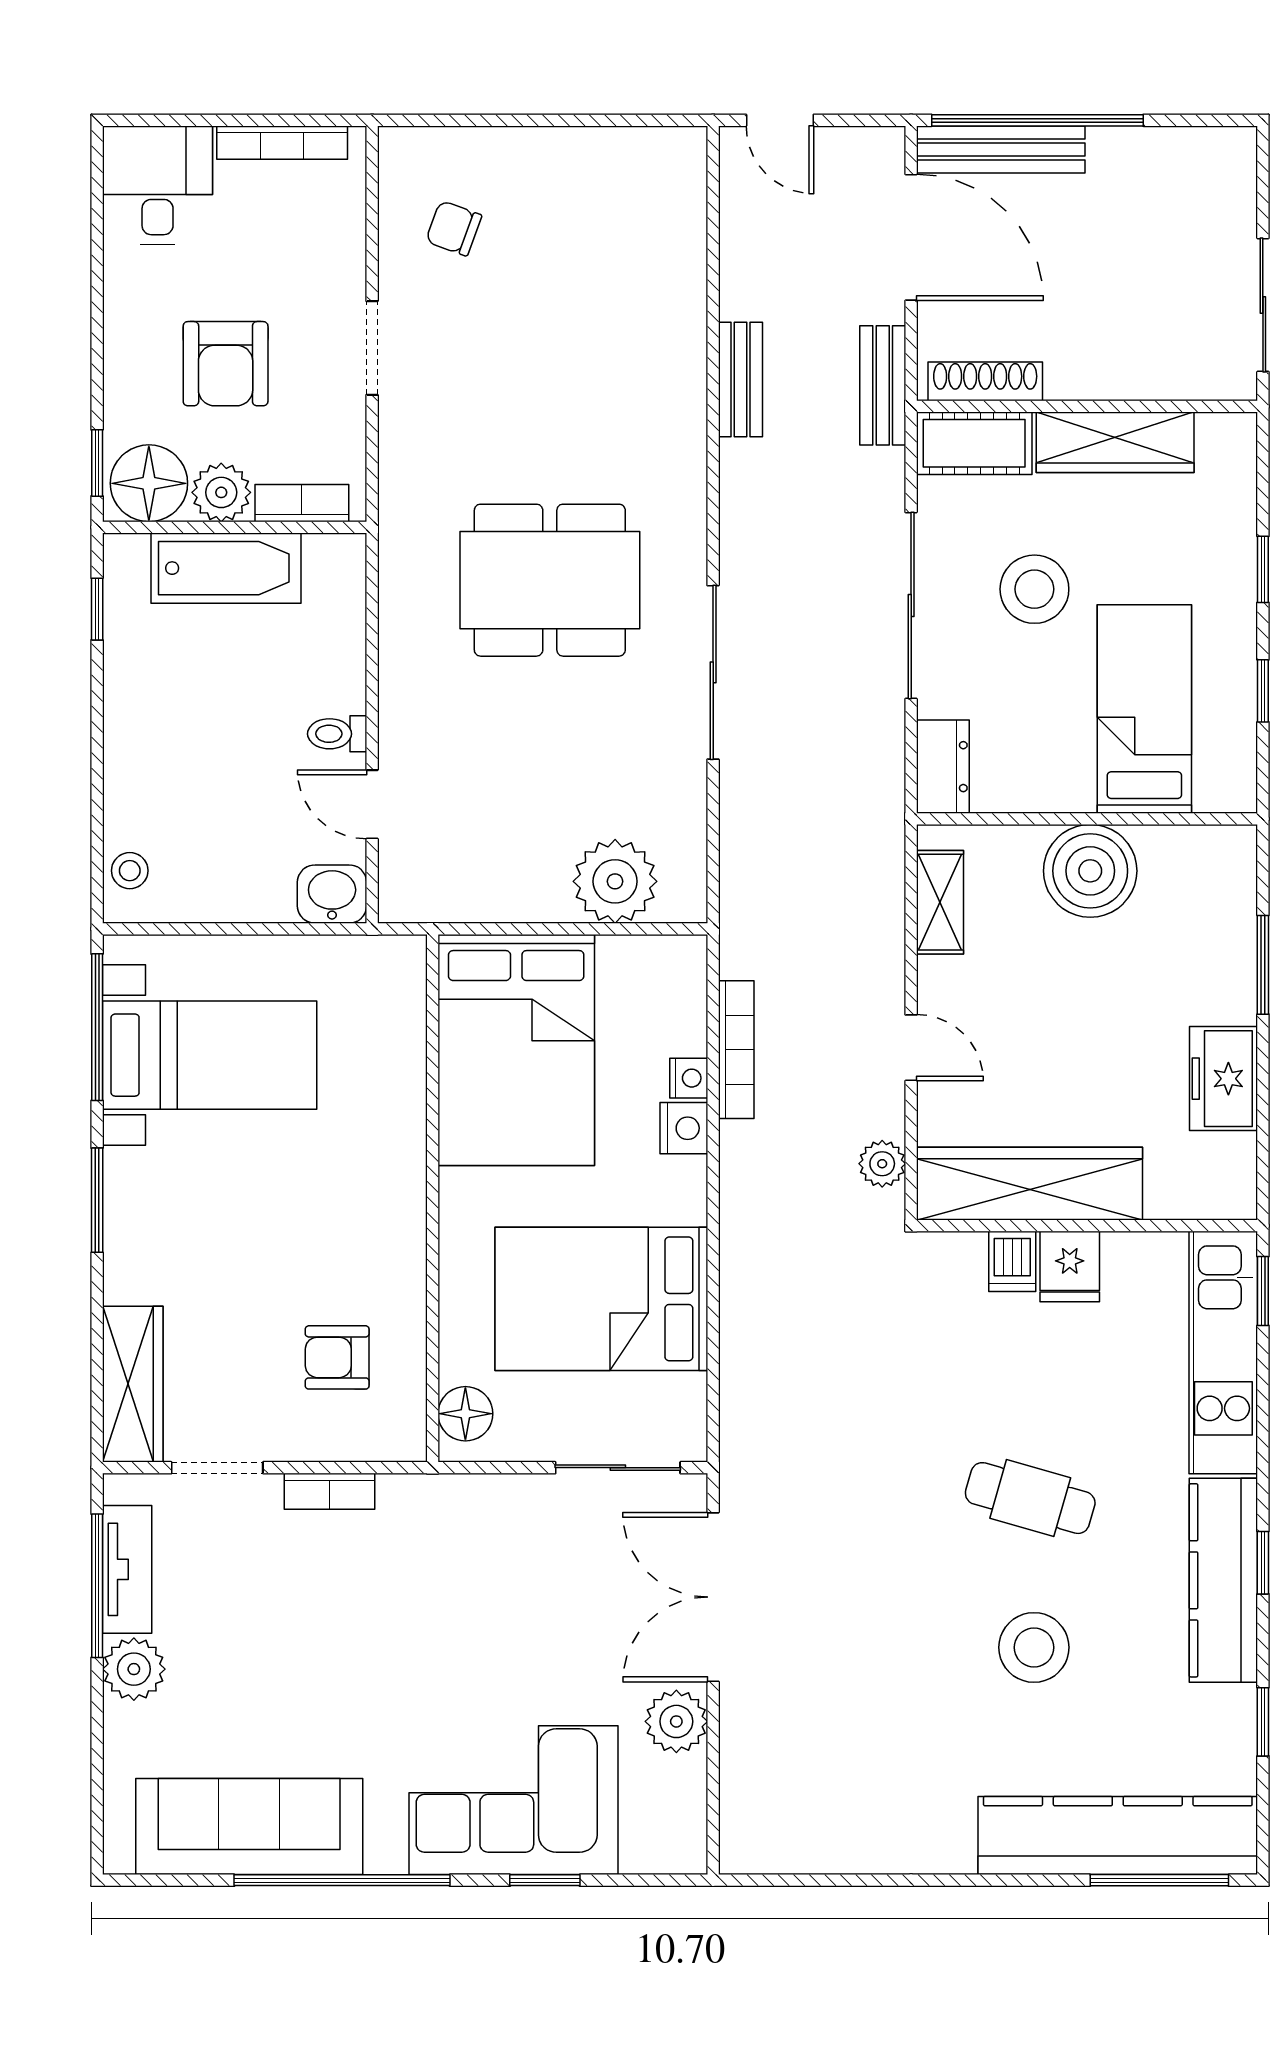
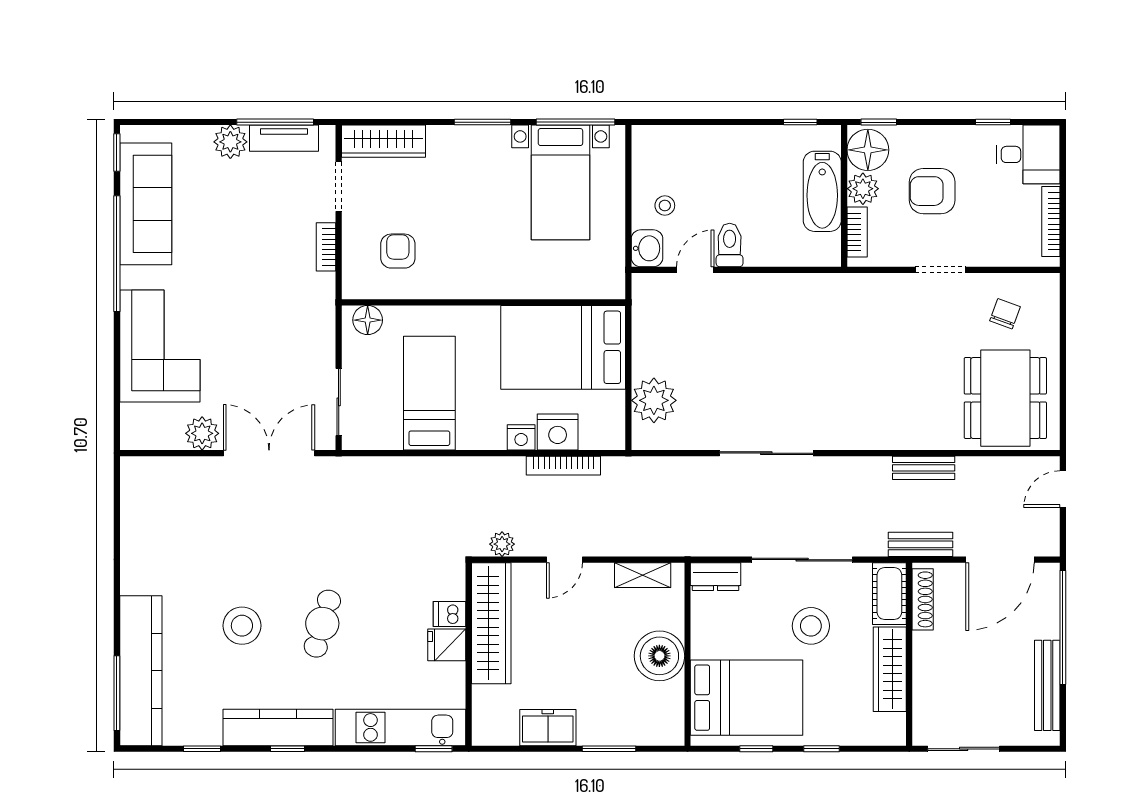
bench: (1001, 149) -> (1047, 685), moved
window: (97, 250) -> (993, 122), added
dining table: (550, 580) -> (1005, 398), moved
bed: (1144, 709) -> (746, 698), width x1.50
toilet: (337, 734) -> (730, 245), width x1.37, depth x1.39
stool: (130, 871) -> (665, 206), moved
nightstand: (689, 1078) -> (558, 432), width x1.89, depth x1.79
bed: (601, 1299) -> (429, 393), width x0.67
window: (545, 1880) -> (117, 152), moved

